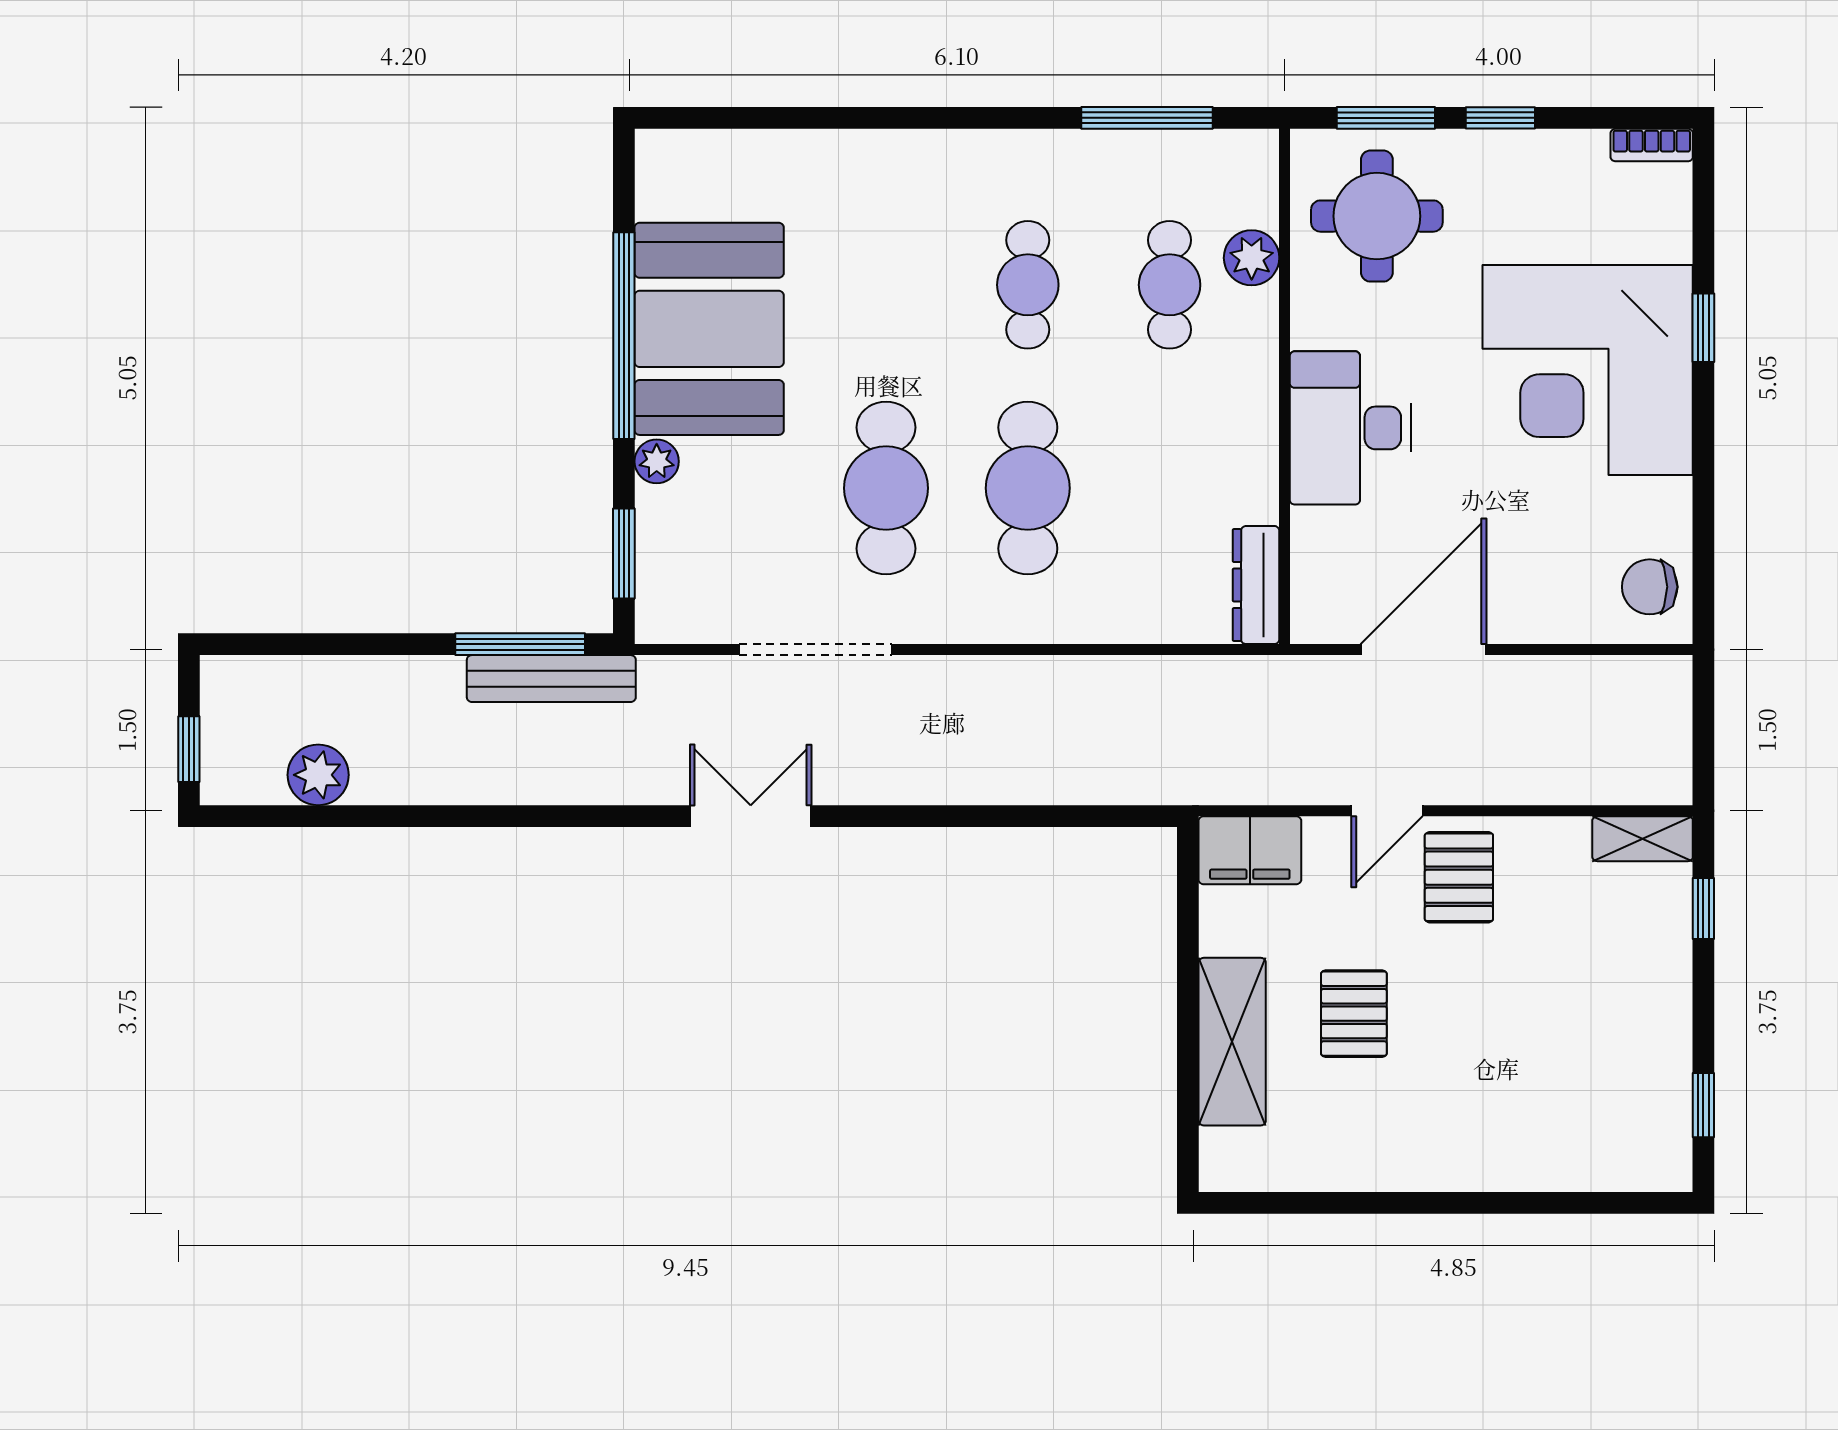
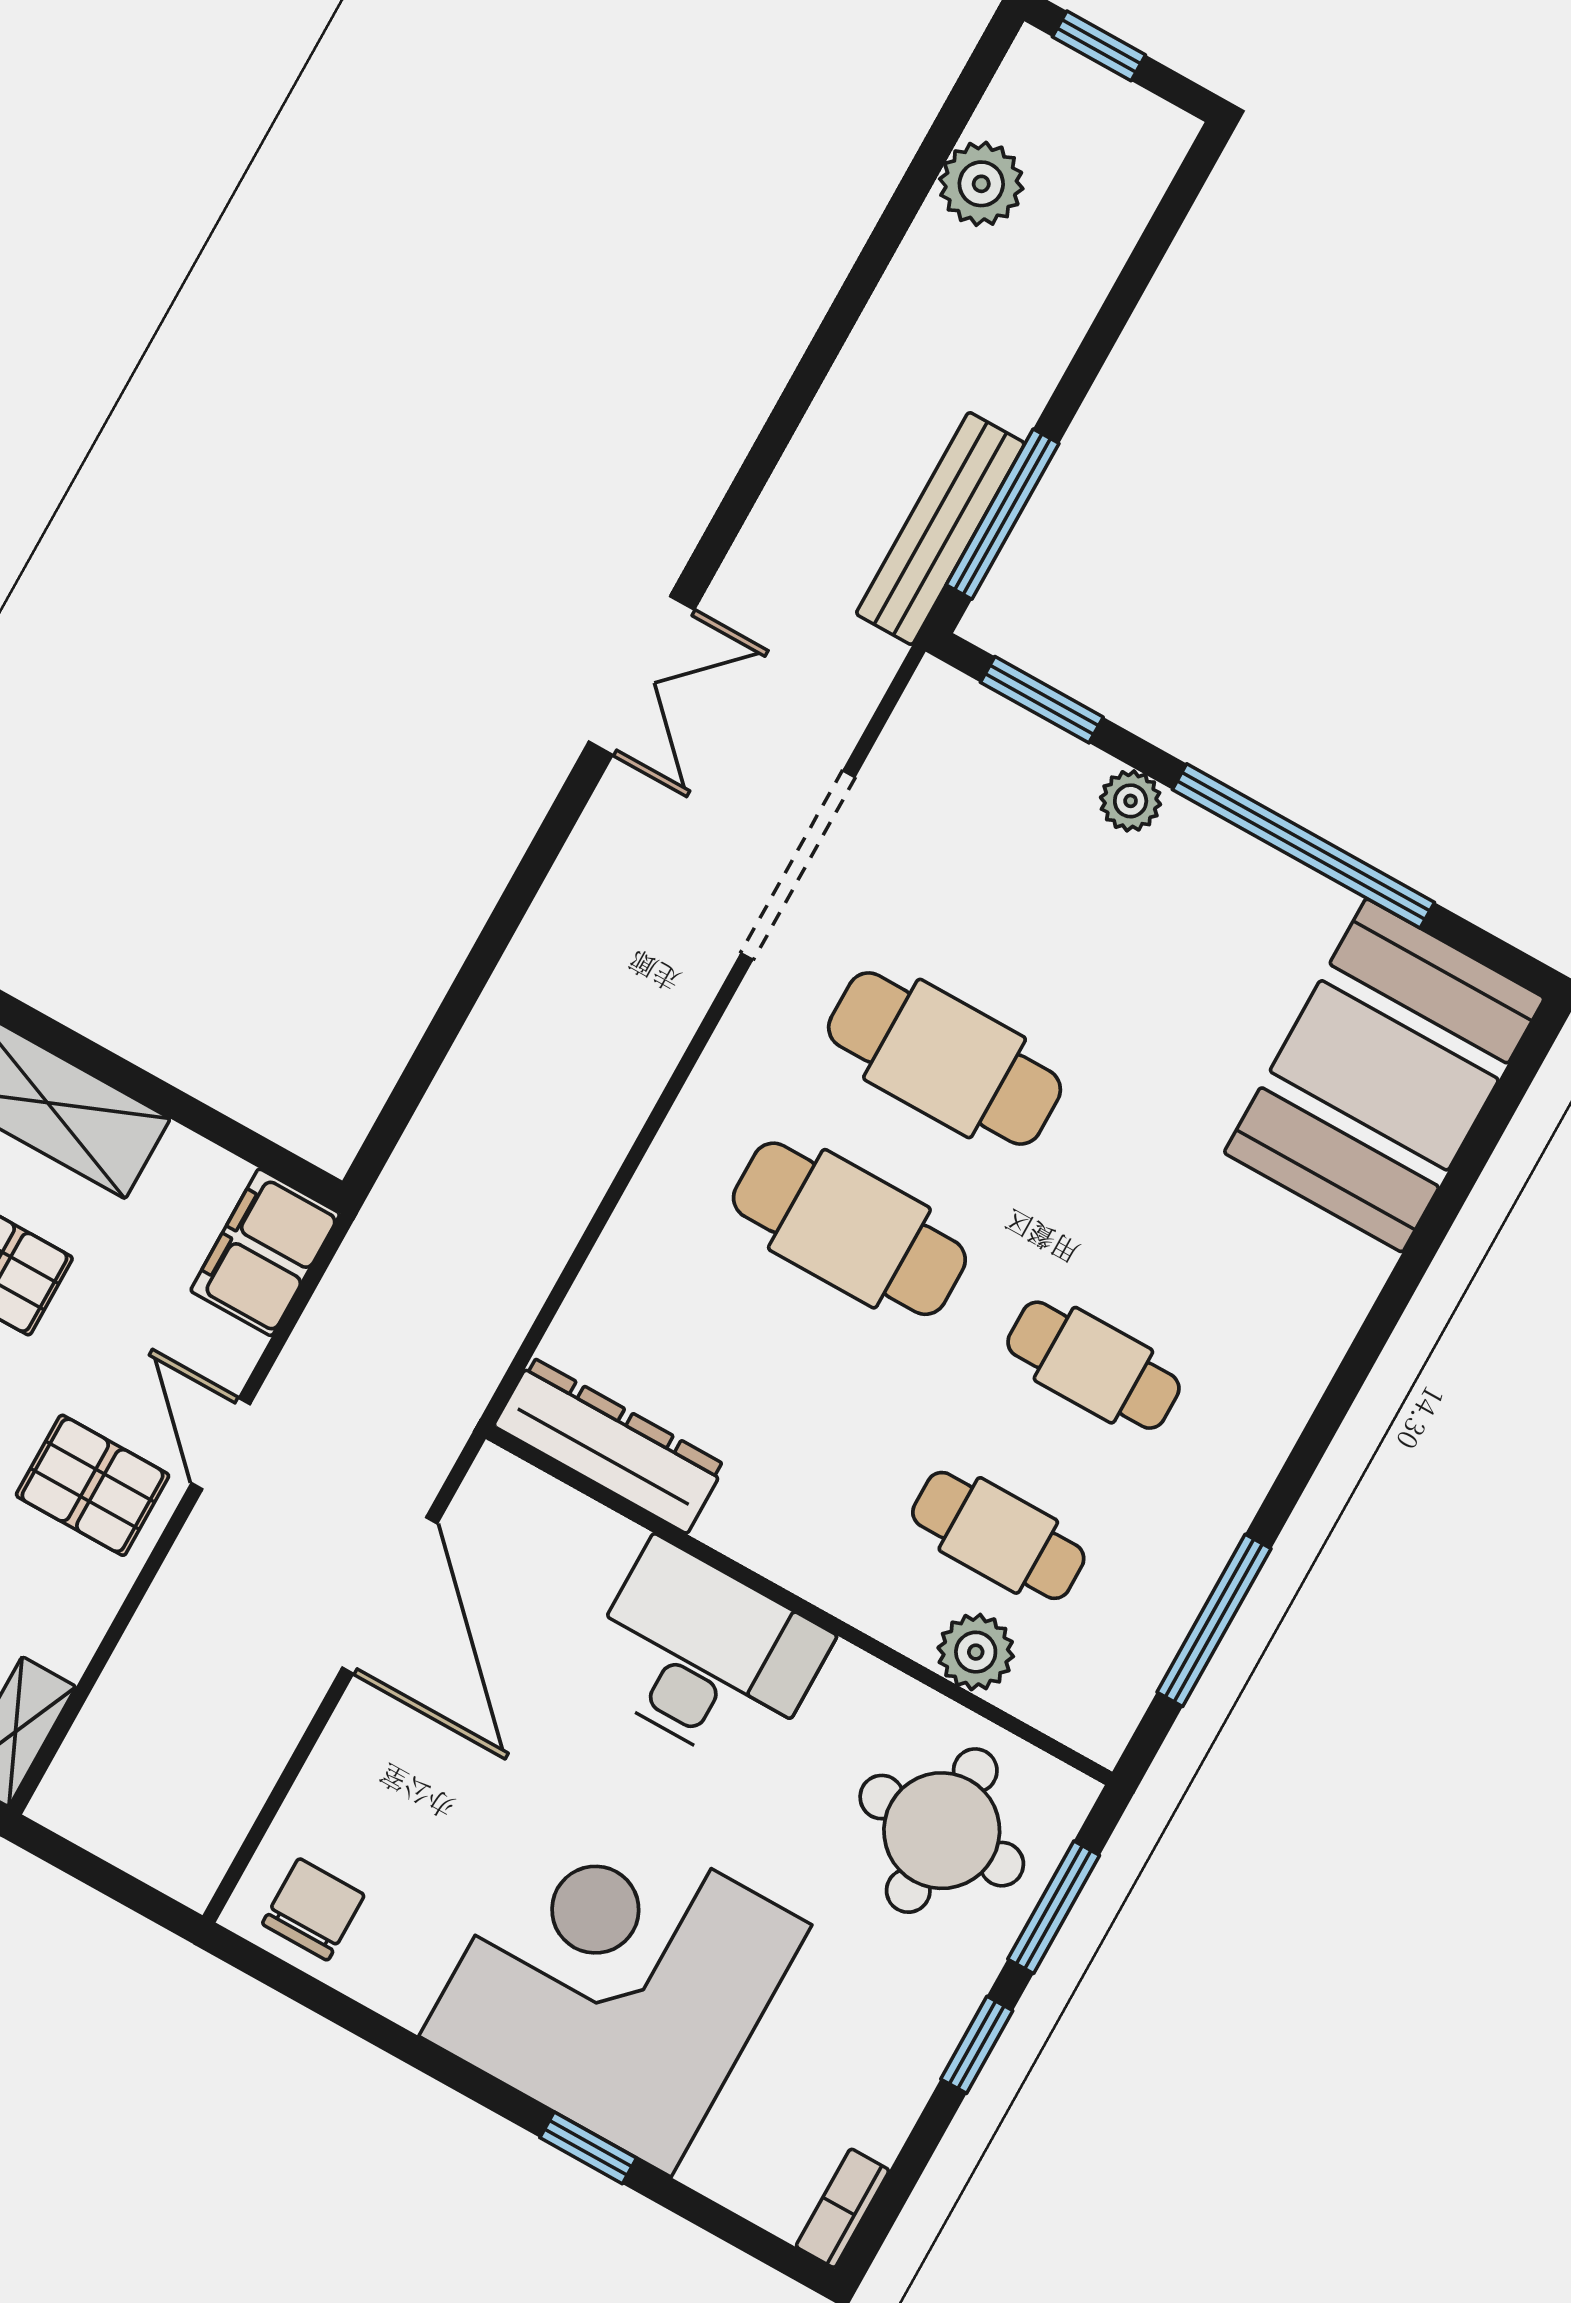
booth: (709, 329) -> (1384, 1075), moved, turned 90
dresser: (1256, 585) -> (609, 1445), width x1.37, depth x1.24

